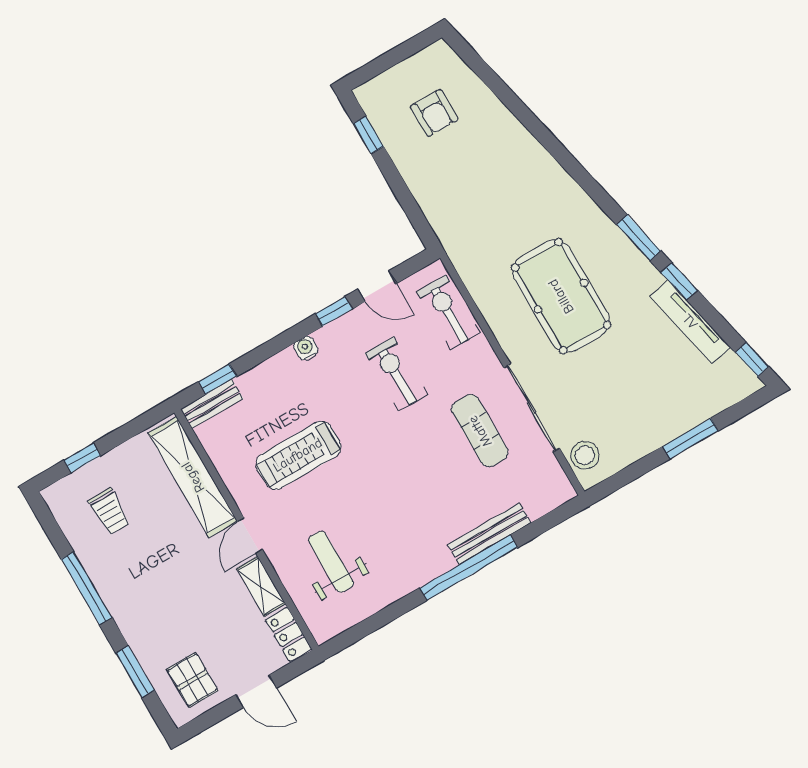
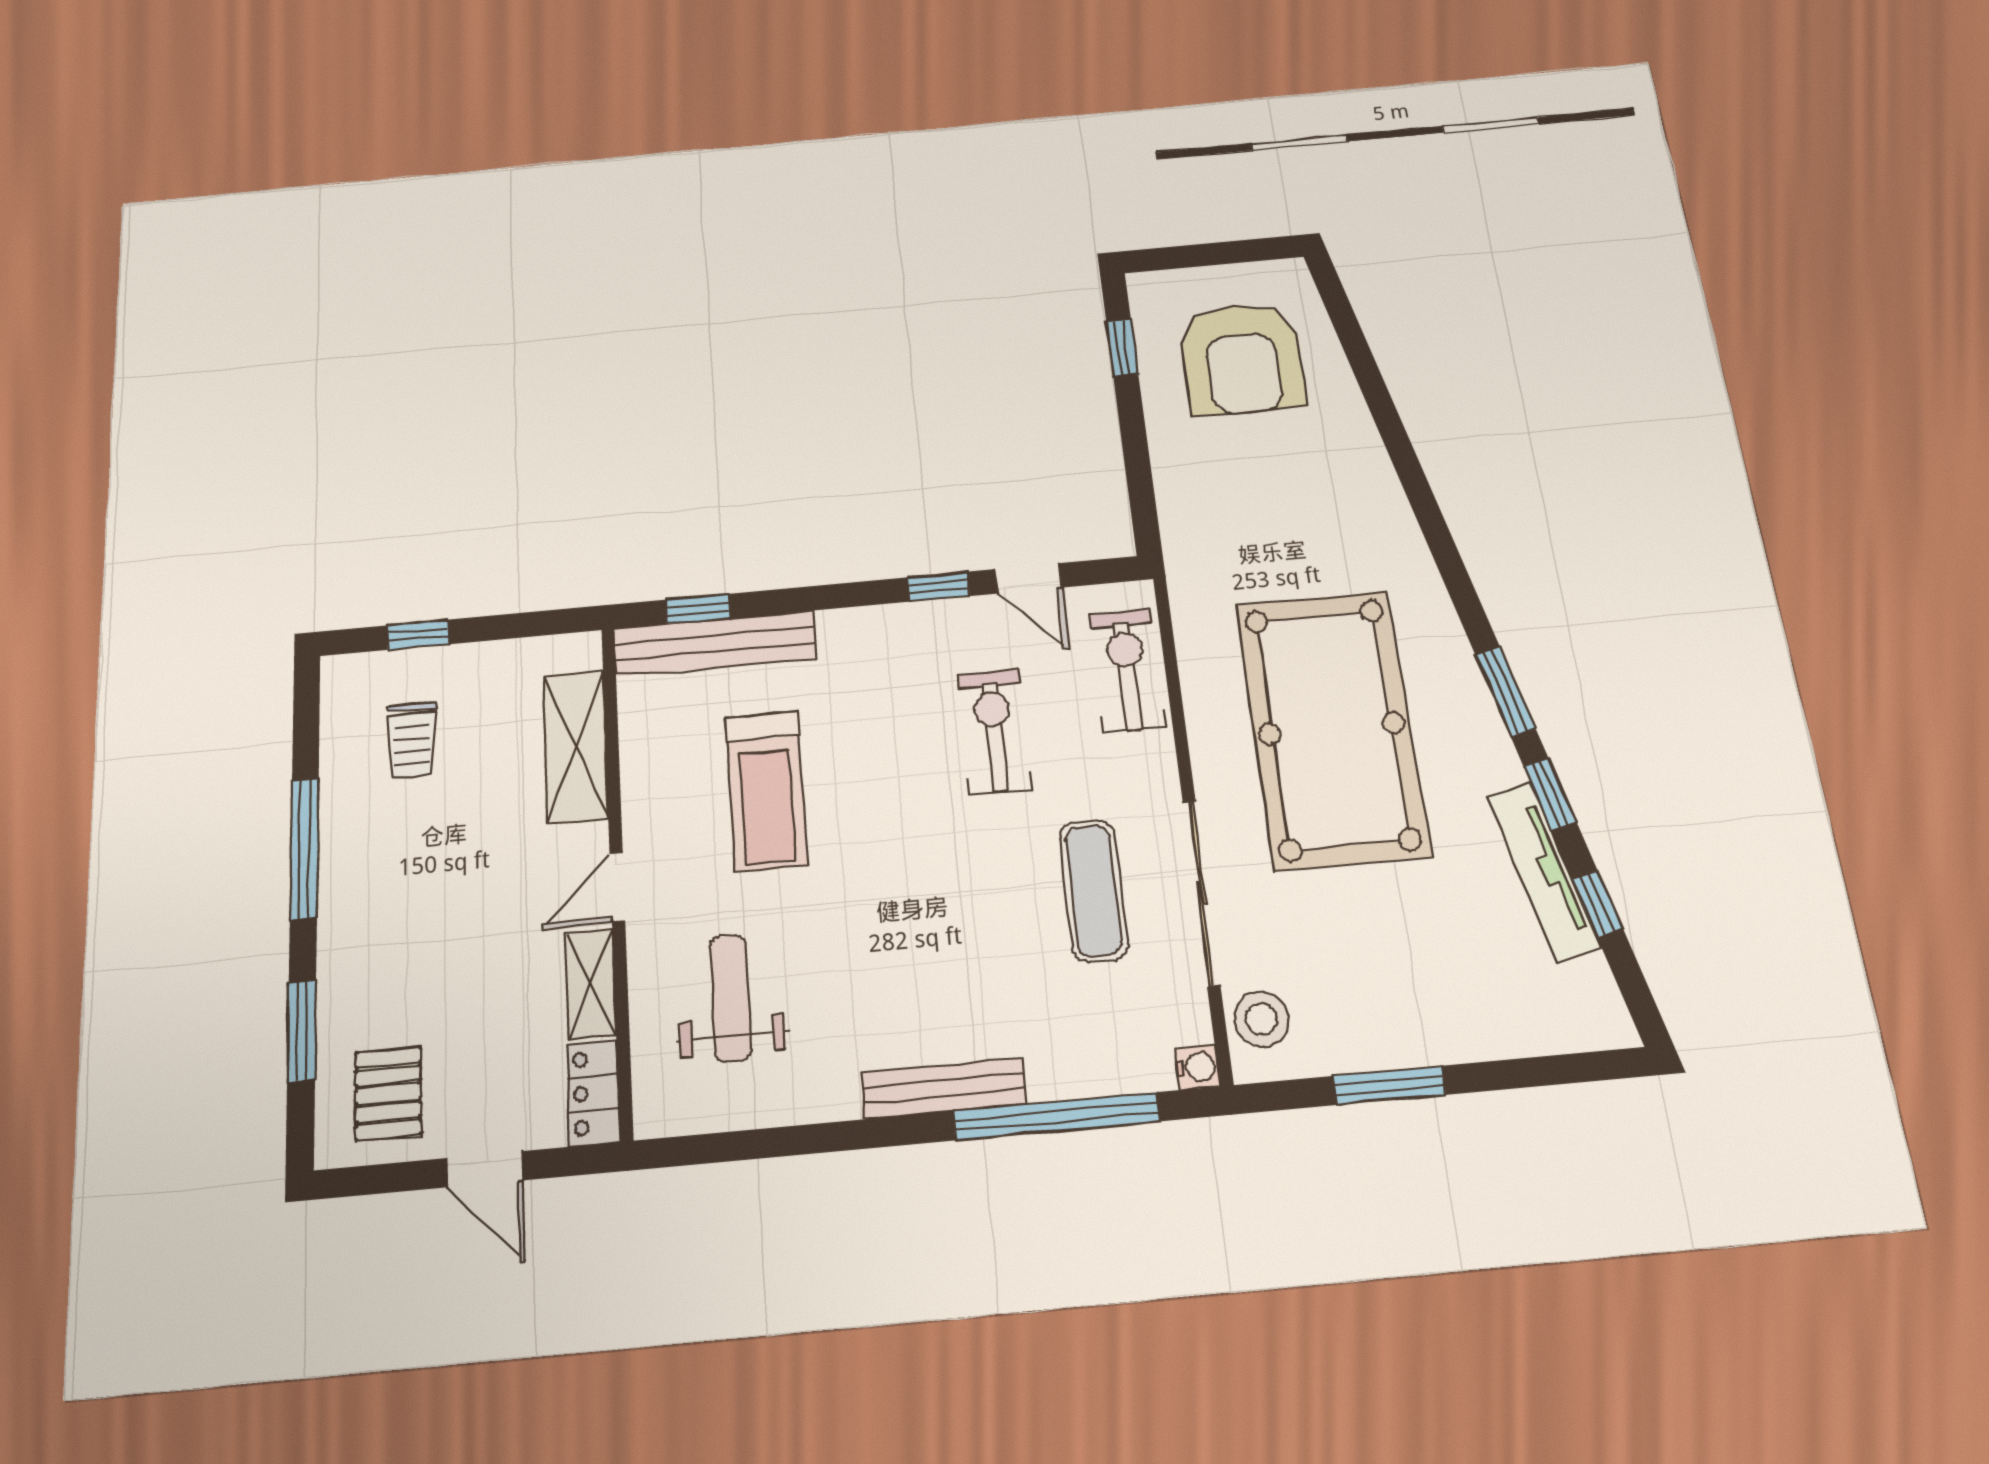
armchair: (434, 113) -> (1242, 359), width x1.88, depth x1.88
pool table: (561, 296) -> (1332, 728), width x1.36, depth x1.32
water cooler: (306, 348) -> (1197, 1067), moved, turned 90
window: (752, 359) -> (1597, 904), moved
bench: (212, 404) -> (715, 643), width x1.86, depth x1.21
window: (690, 439) -> (1389, 1085), moved
treadmill: (298, 455) -> (766, 791), turned -90
shelving: (193, 477) -> (575, 746), width x0.68
bench: (489, 534) -> (944, 1088), moved
window: (469, 568) -> (1056, 1116), moved

